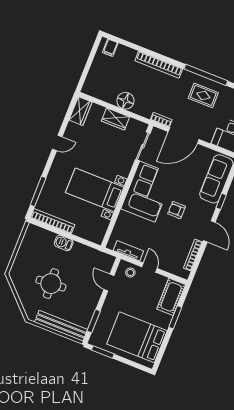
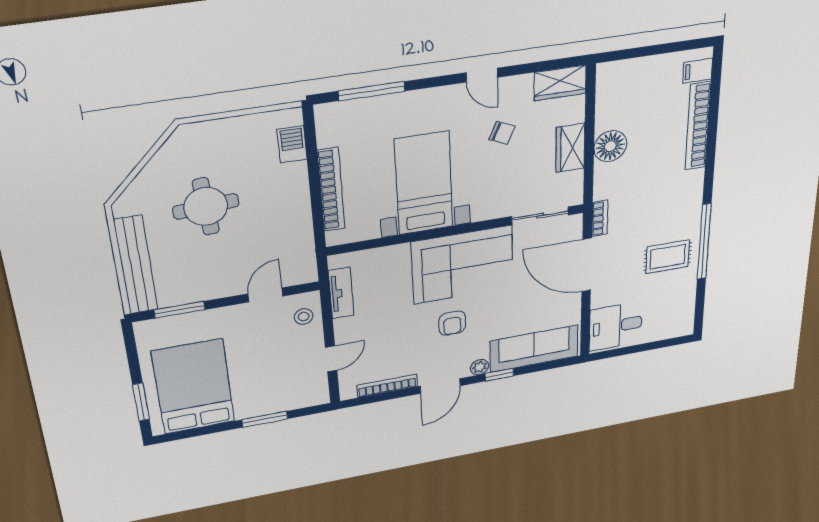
bookcase: (159, 65) -> (698, 126), moved
rug: (203, 95) -> (668, 257), turned 90
chair: (90, 146) -> (502, 133), added
plant: (210, 209) -> (480, 367), added
armchair: (177, 210) -> (452, 323), turned 180
bookcase: (53, 221) -> (331, 190), moved
barbecue: (64, 243) -> (292, 144), moved
door: (150, 268) -> (331, 359), moved
cot: (171, 297) -> (297, 395), removed
window: (103, 352) -> (141, 402), moved

